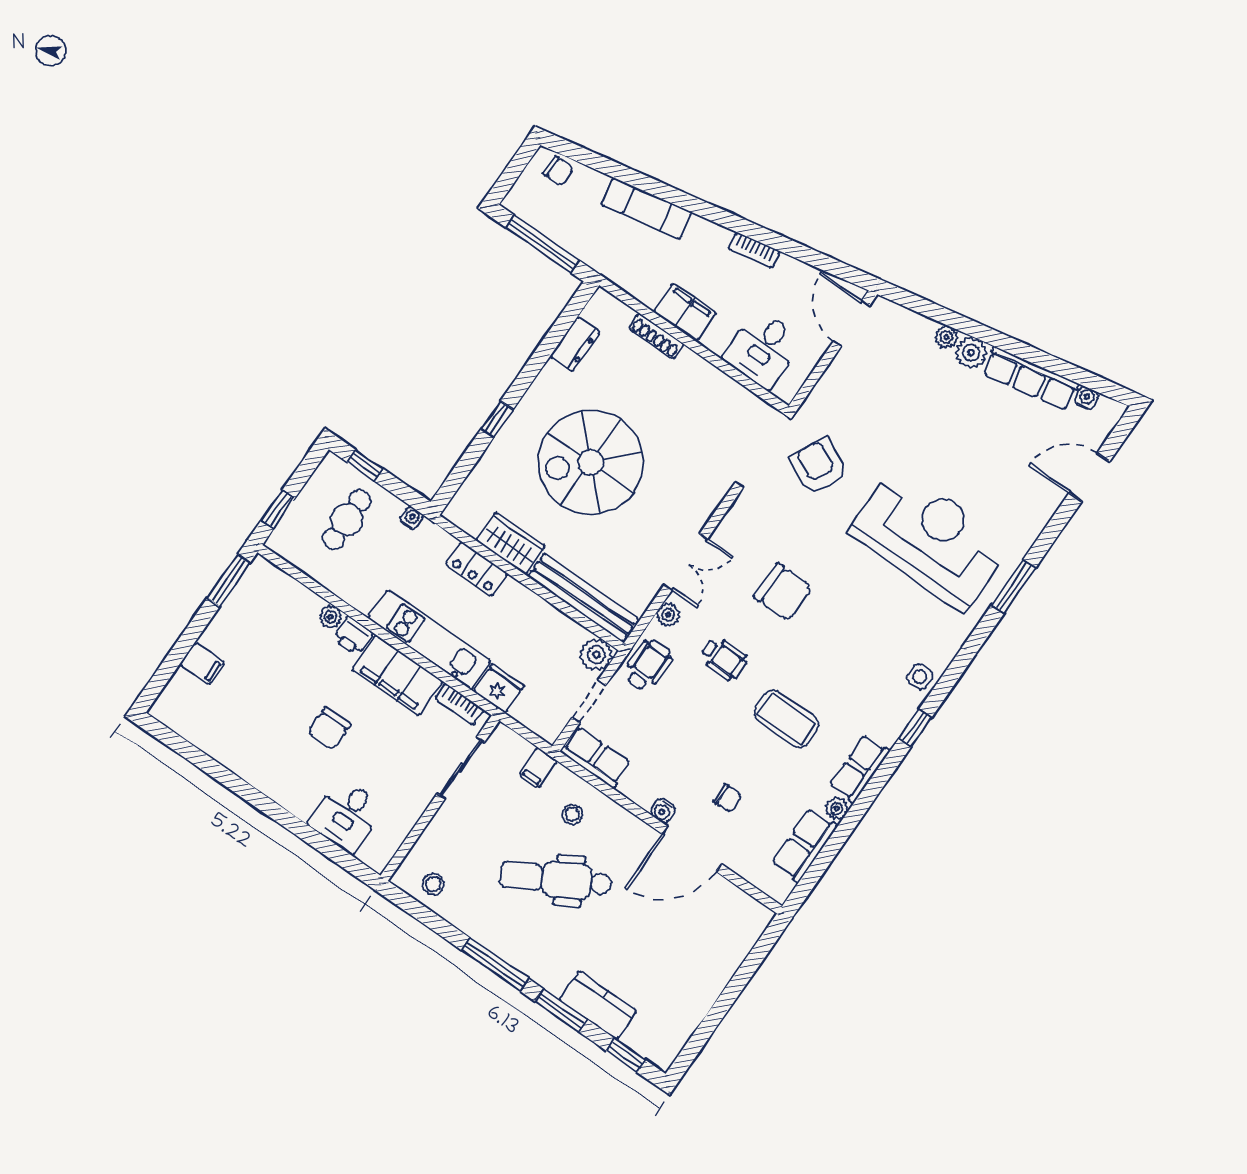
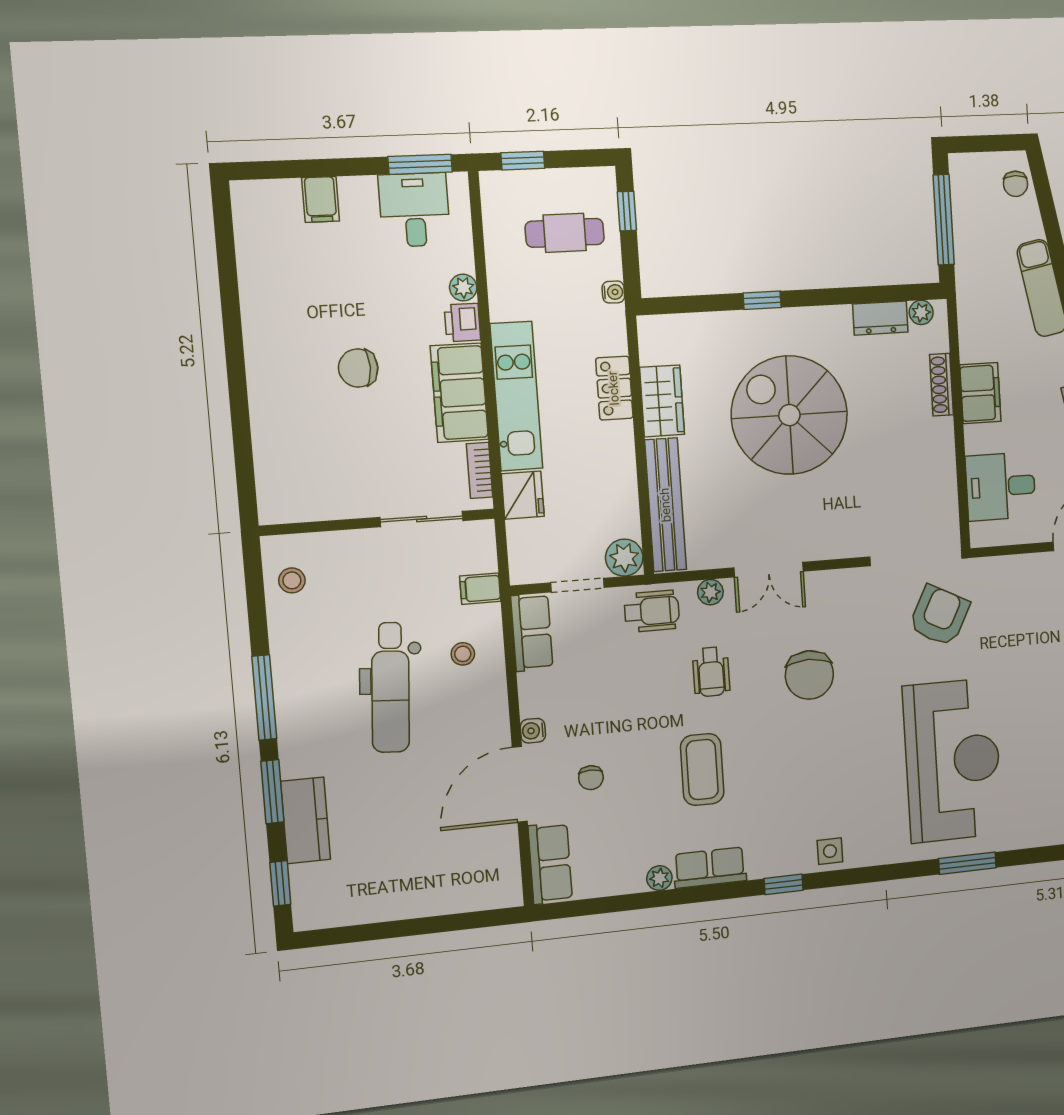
plant: (594, 311) -> (921, 312), added
desk: (347, 815) -> (414, 210), moved, turned 90
row of seats: (804, 845) -> (550, 863), moved, turned 90
door: (692, 849) -> (520, 784), hinge flipped
dental chair: (556, 879) -> (390, 687), turned -147

